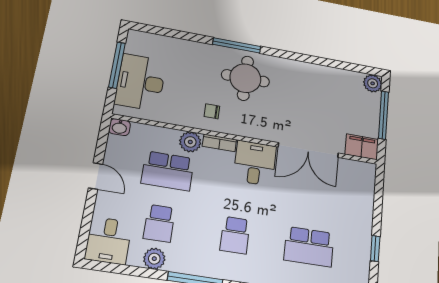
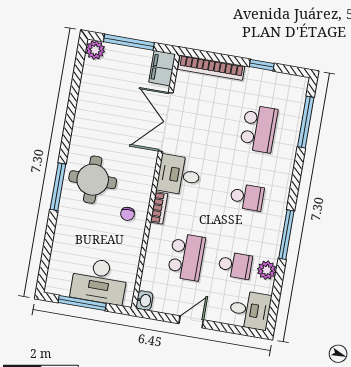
plant: (190, 142) -> (158, 235), removed
double door: (308, 150) -> (166, 122), swing flipped
bookcase: (367, 196) -> (211, 68), added

